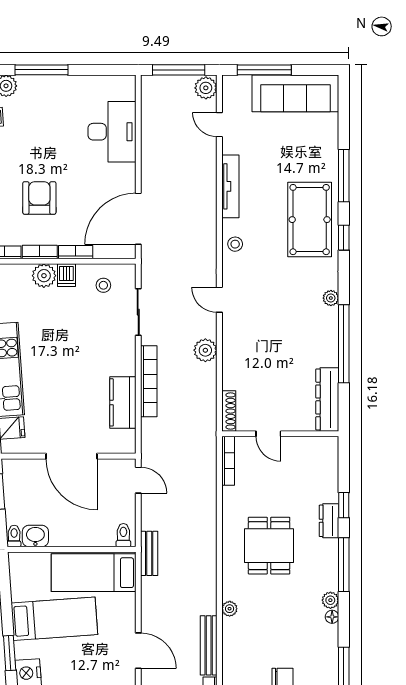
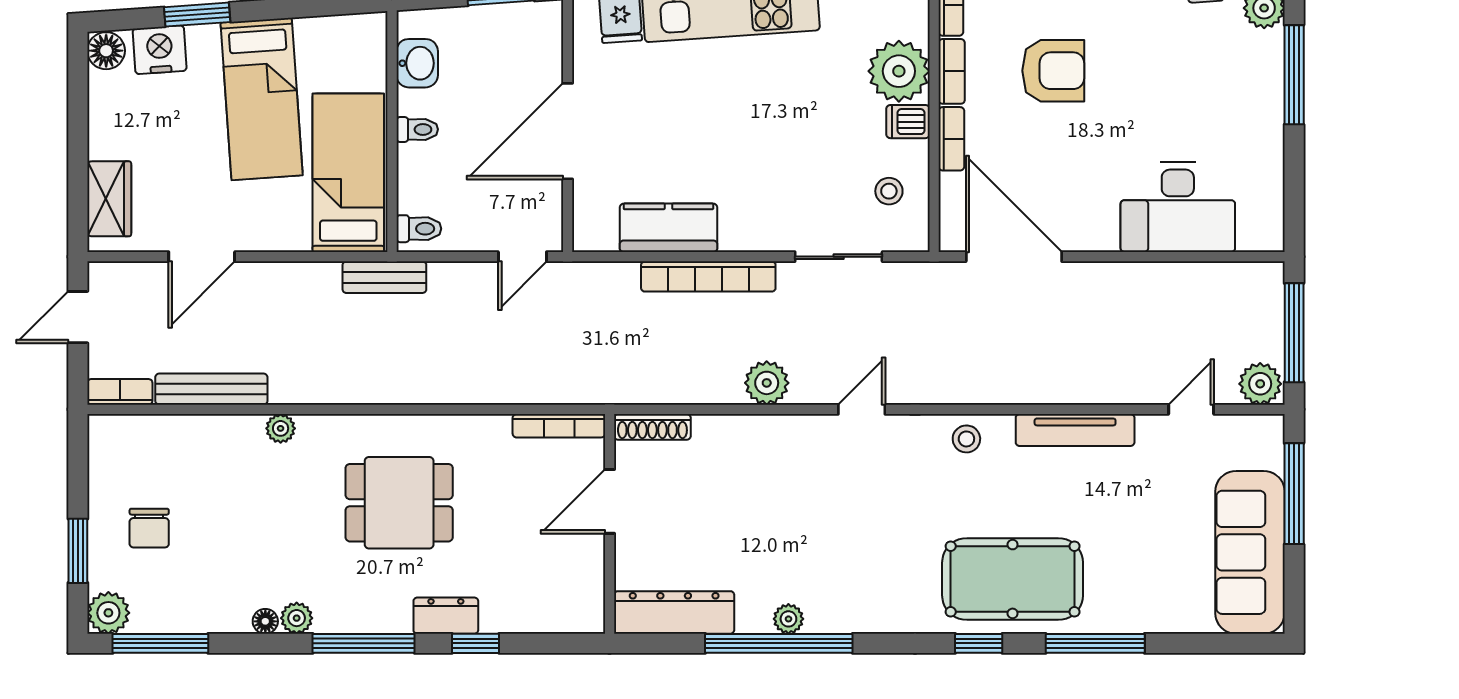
plant: (44, 276) -> (899, 71), width x1.36, depth x1.36
plant: (331, 298) -> (788, 619), moved
door: (268, 434) -> (610, 501), width x1.38
toilet: (14, 536) -> (417, 129), moved

